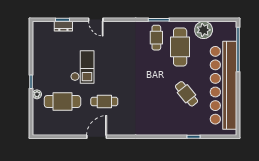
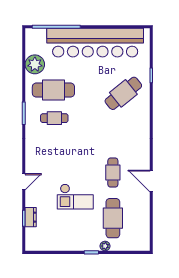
cafe table: (156, 38) -> (54, 118), moved
checkout: (82, 67) -> (75, 197), turned 180
cafe table: (187, 94) -> (123, 93), moved, width x1.37, depth x1.35

